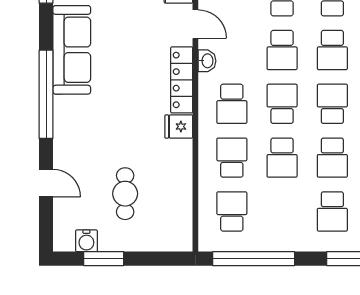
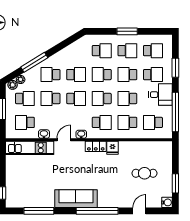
locker: (182, 80) -> (96, 146), width x0.66
school desk: (282, 158) -> (127, 98), turned 180
school desk: (332, 158) -> (127, 75), turned 180
desk: (290, 227) -> (160, 95), added
water cooler: (86, 241) -> (167, 202), moved

